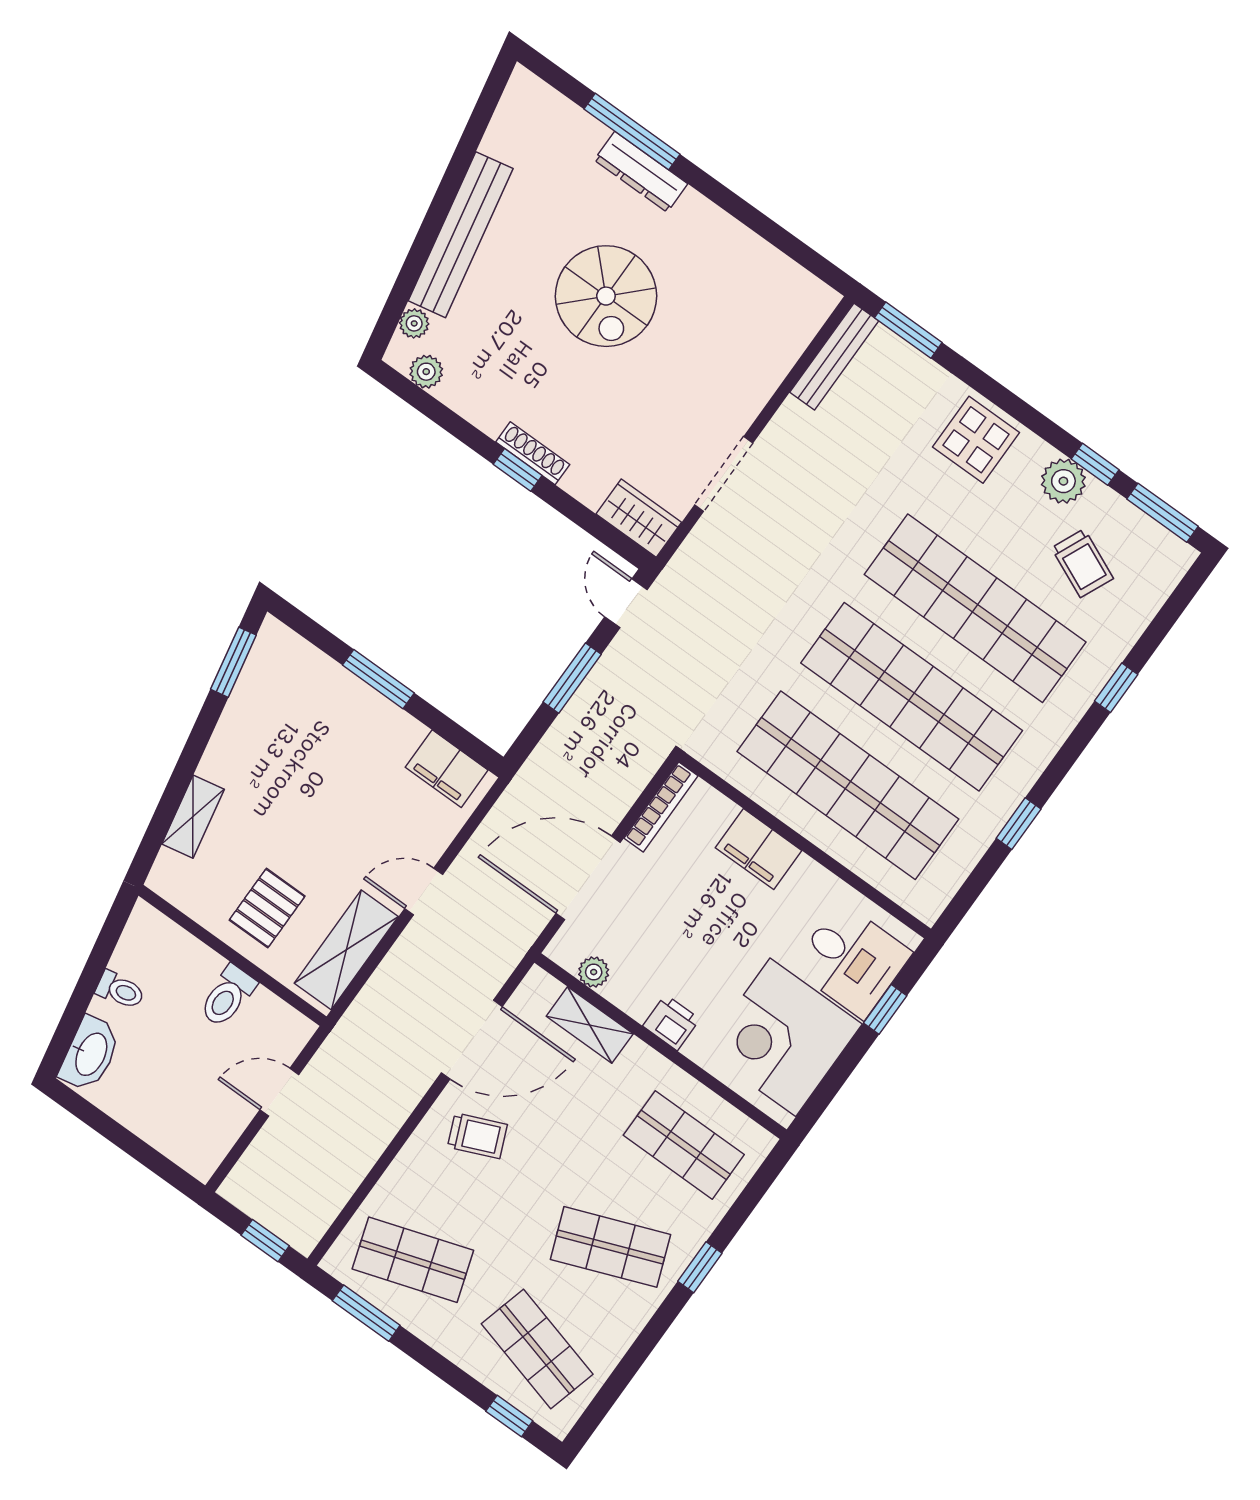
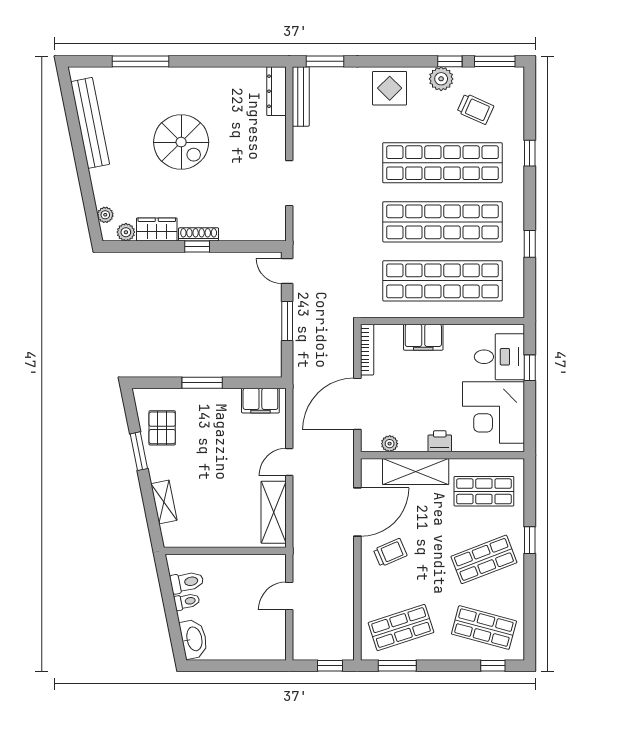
dresser: (641, 172) -> (276, 91), moved, turned 90
bench: (461, 235) -> (90, 123), moved
wardrobe: (639, 518) -> (157, 229), moved
window: (233, 662) -> (139, 451), moved
pallet: (267, 908) -> (162, 428), moved
toilet: (228, 996) -> (187, 582), moved, turned -101
shelving: (590, 1025) -> (416, 471), width x1.50, depth x1.33

